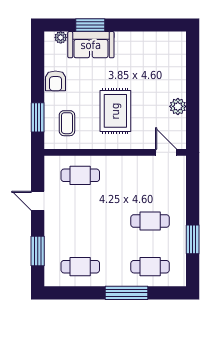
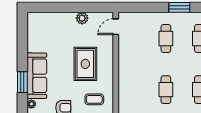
sofa: (91, 45) -> (37, 76), width x1.36
rug: (115, 111) -> (85, 64), turned 90
cafe table: (80, 175) -> (166, 90), moved

